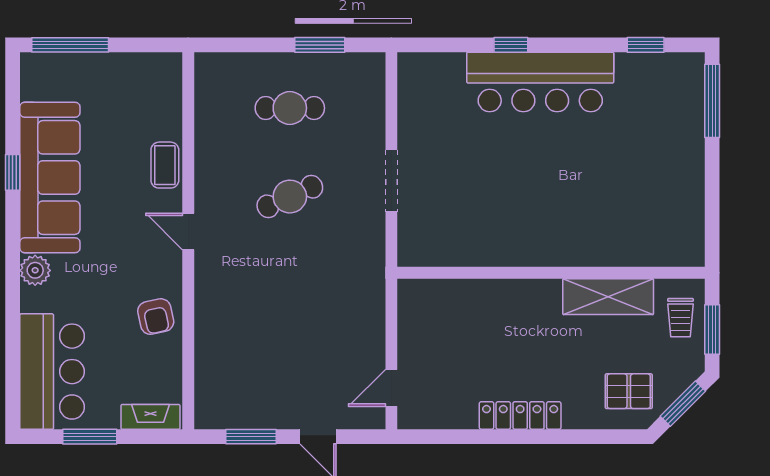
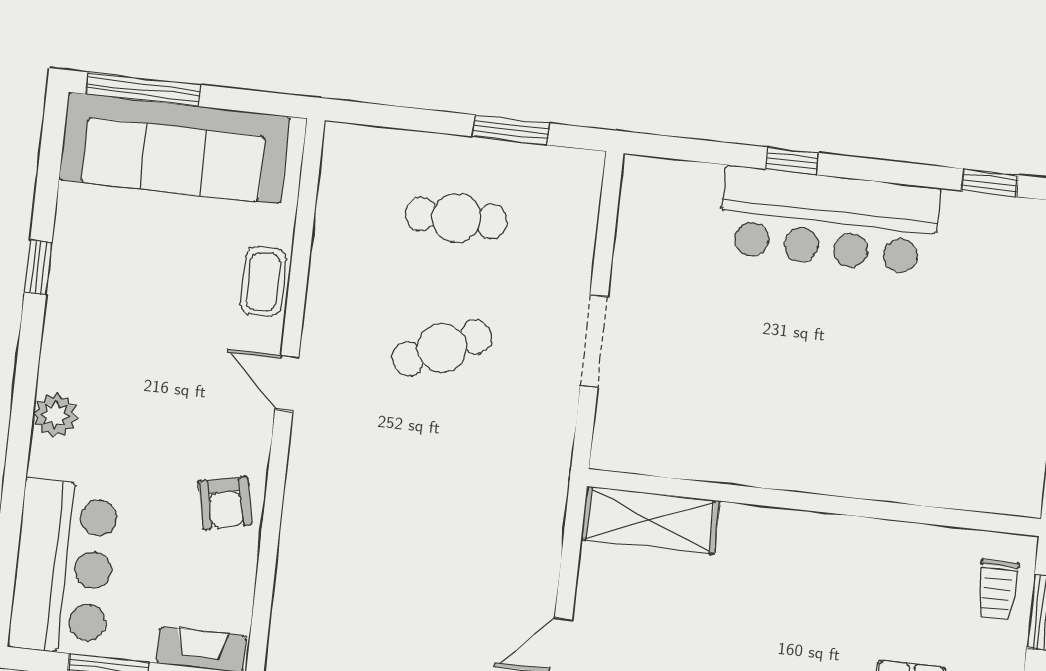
sofa: (50, 178) -> (174, 148), moved, turned 90
shelving: (608, 297) -> (650, 520), moved

